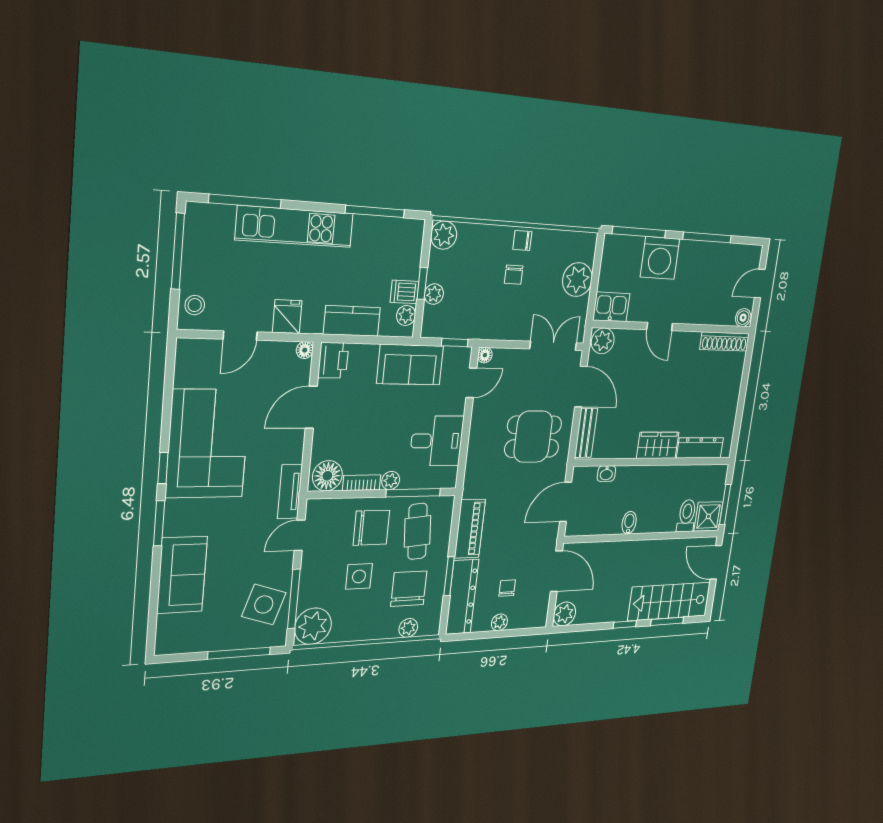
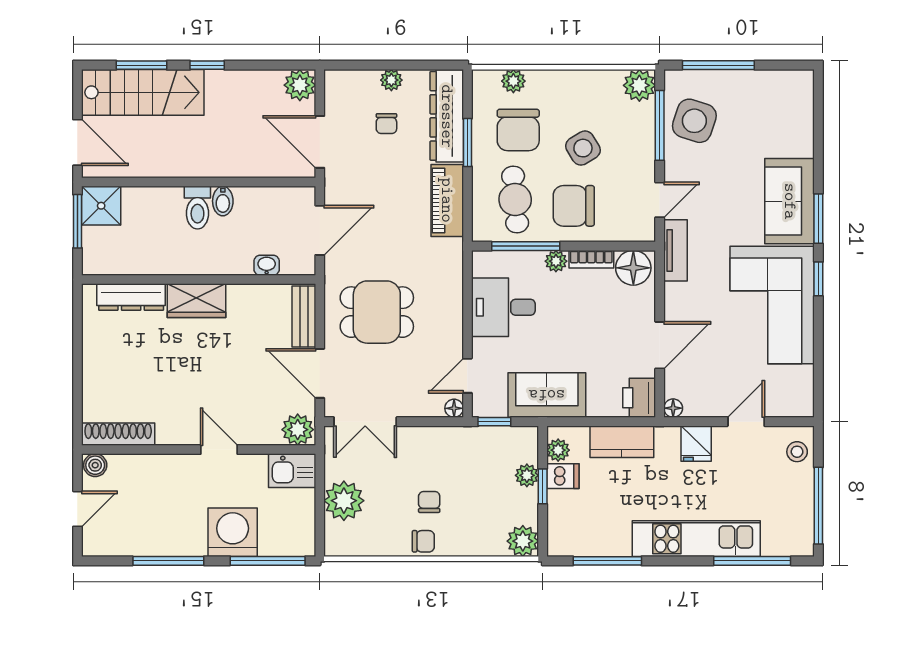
toilet: (687, 516) -> (197, 208), moved
sofa: (182, 575) -> (790, 201), moved
side table: (359, 576) -> (583, 148), turned -31
plant: (313, 626) -> (639, 85), width x0.73, depth x0.73

